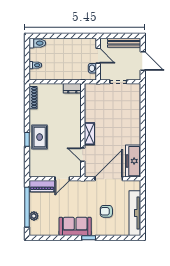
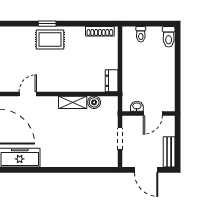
bench: (124, 43) -> (169, 152), width x0.73
door: (143, 61) -> (146, 170), hinge flipped
boiler: (89, 102) -> (94, 102), added
shelving: (89, 134) -> (73, 102), moved

